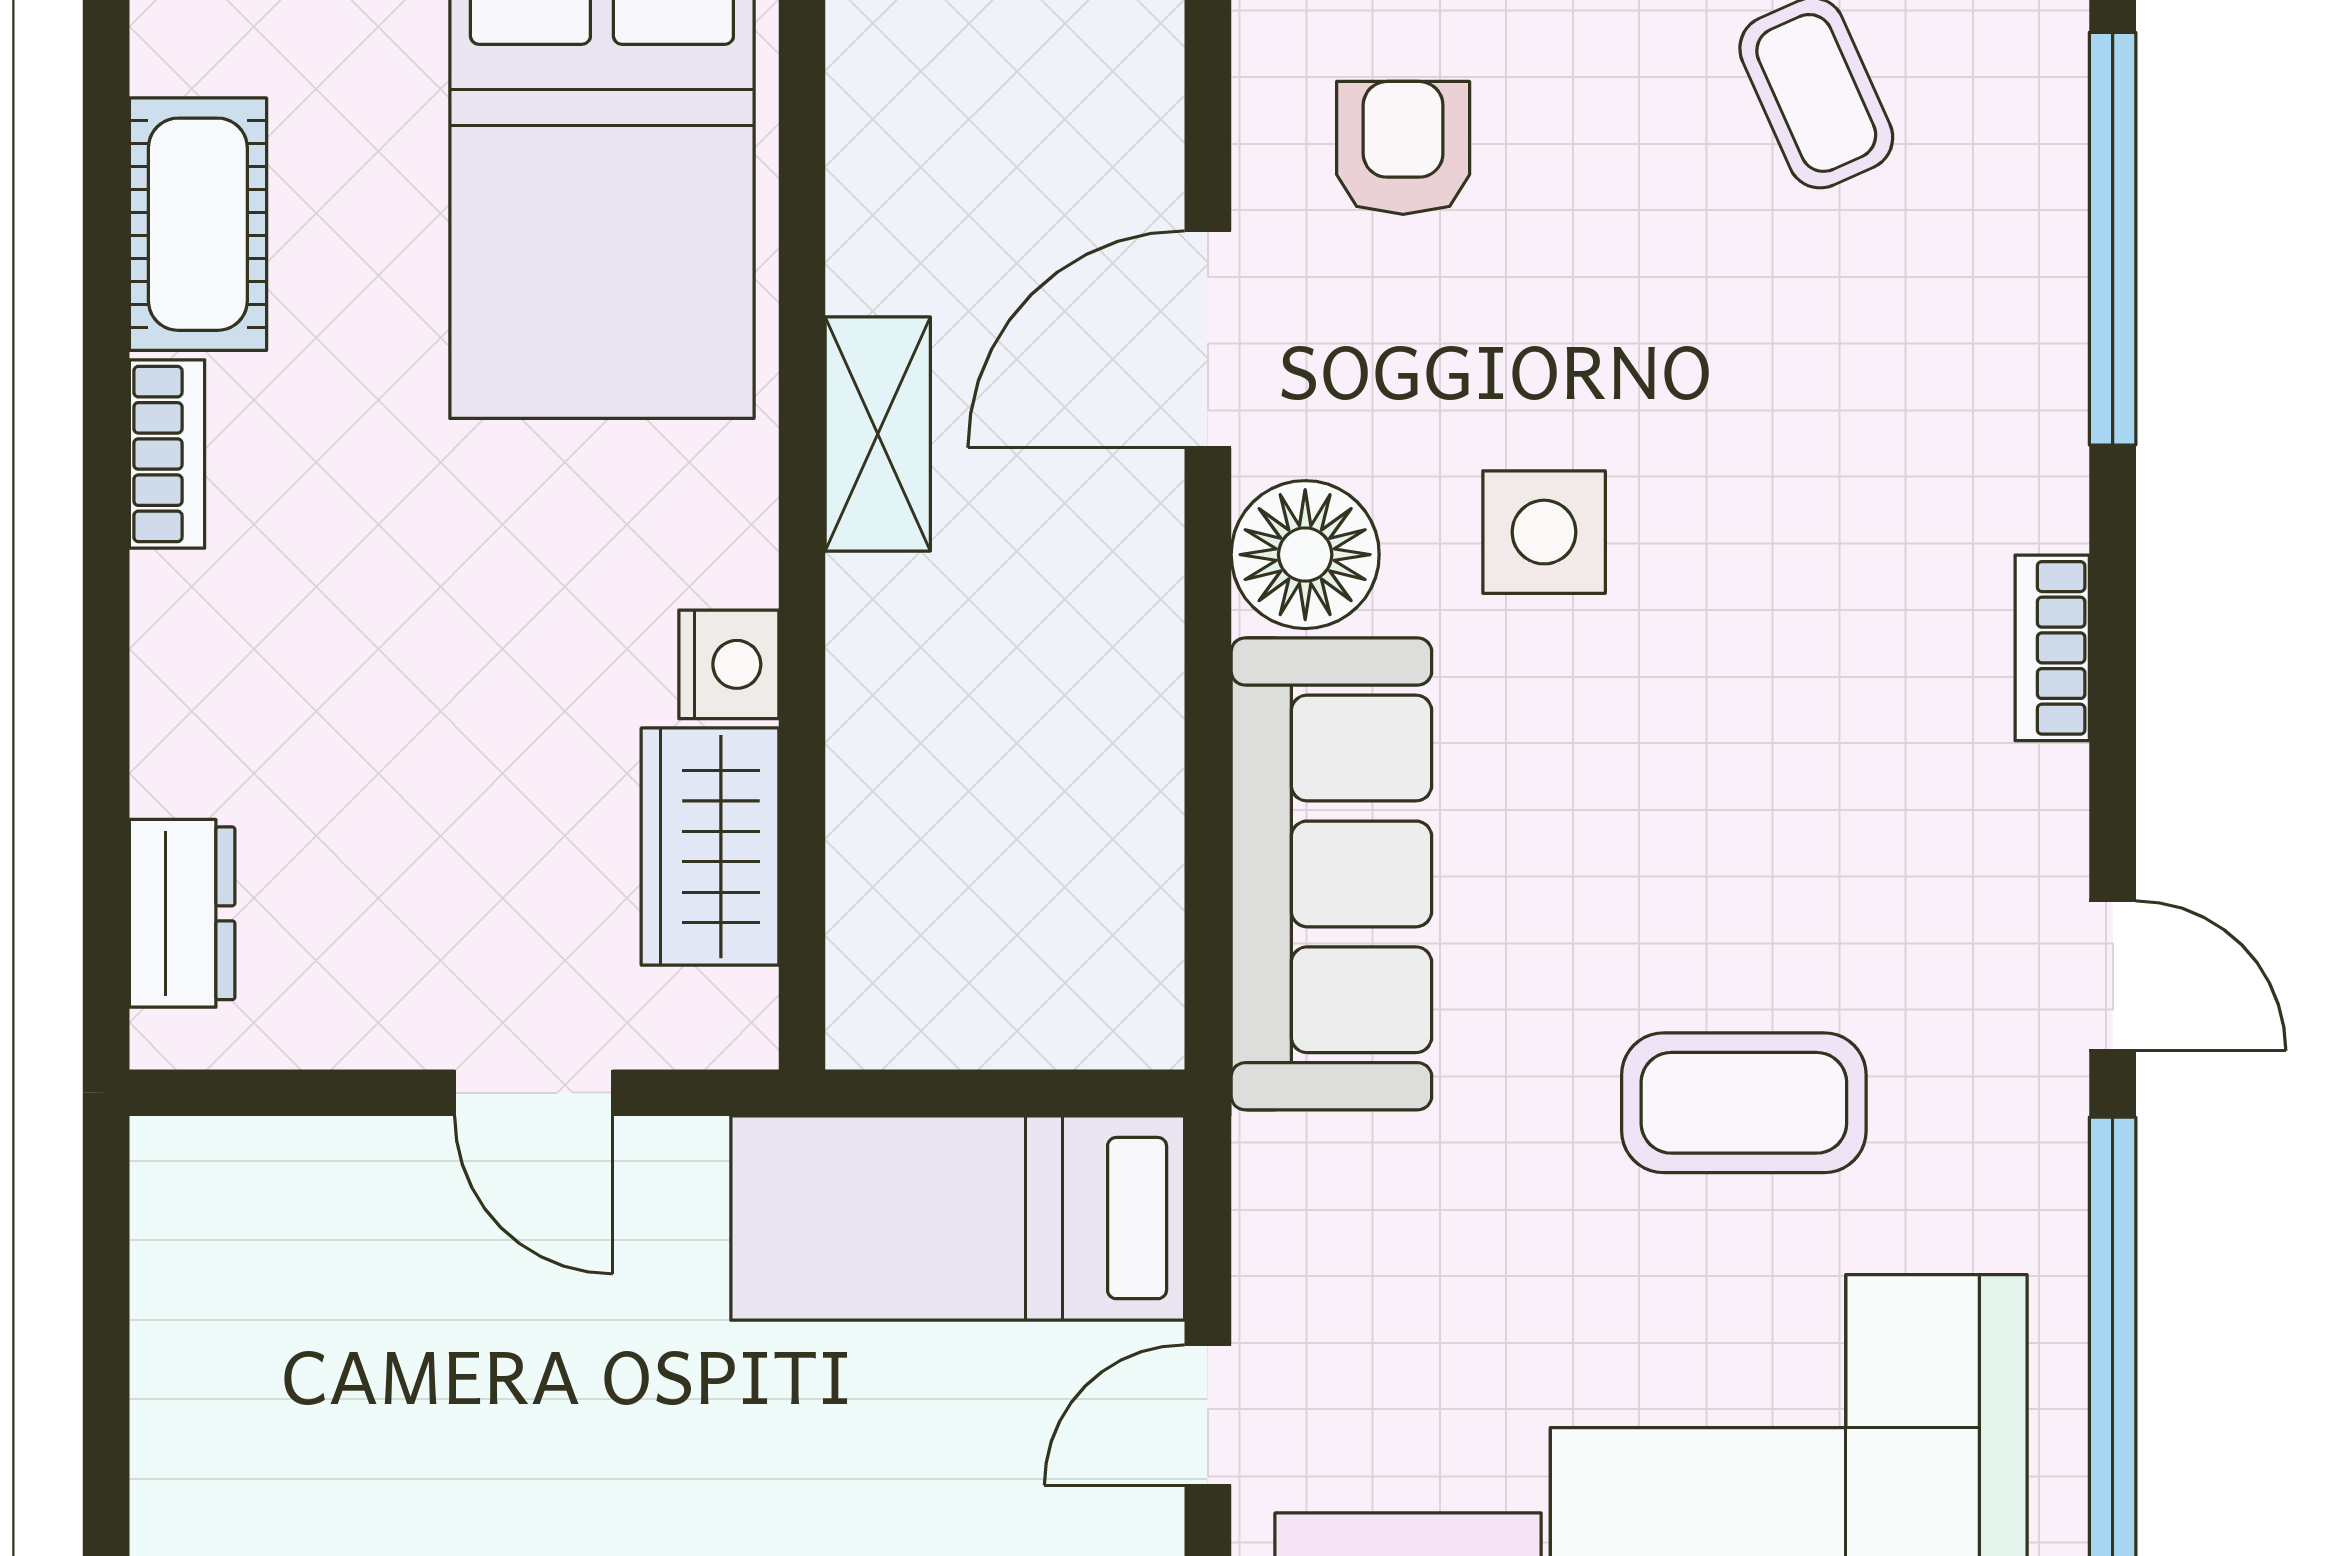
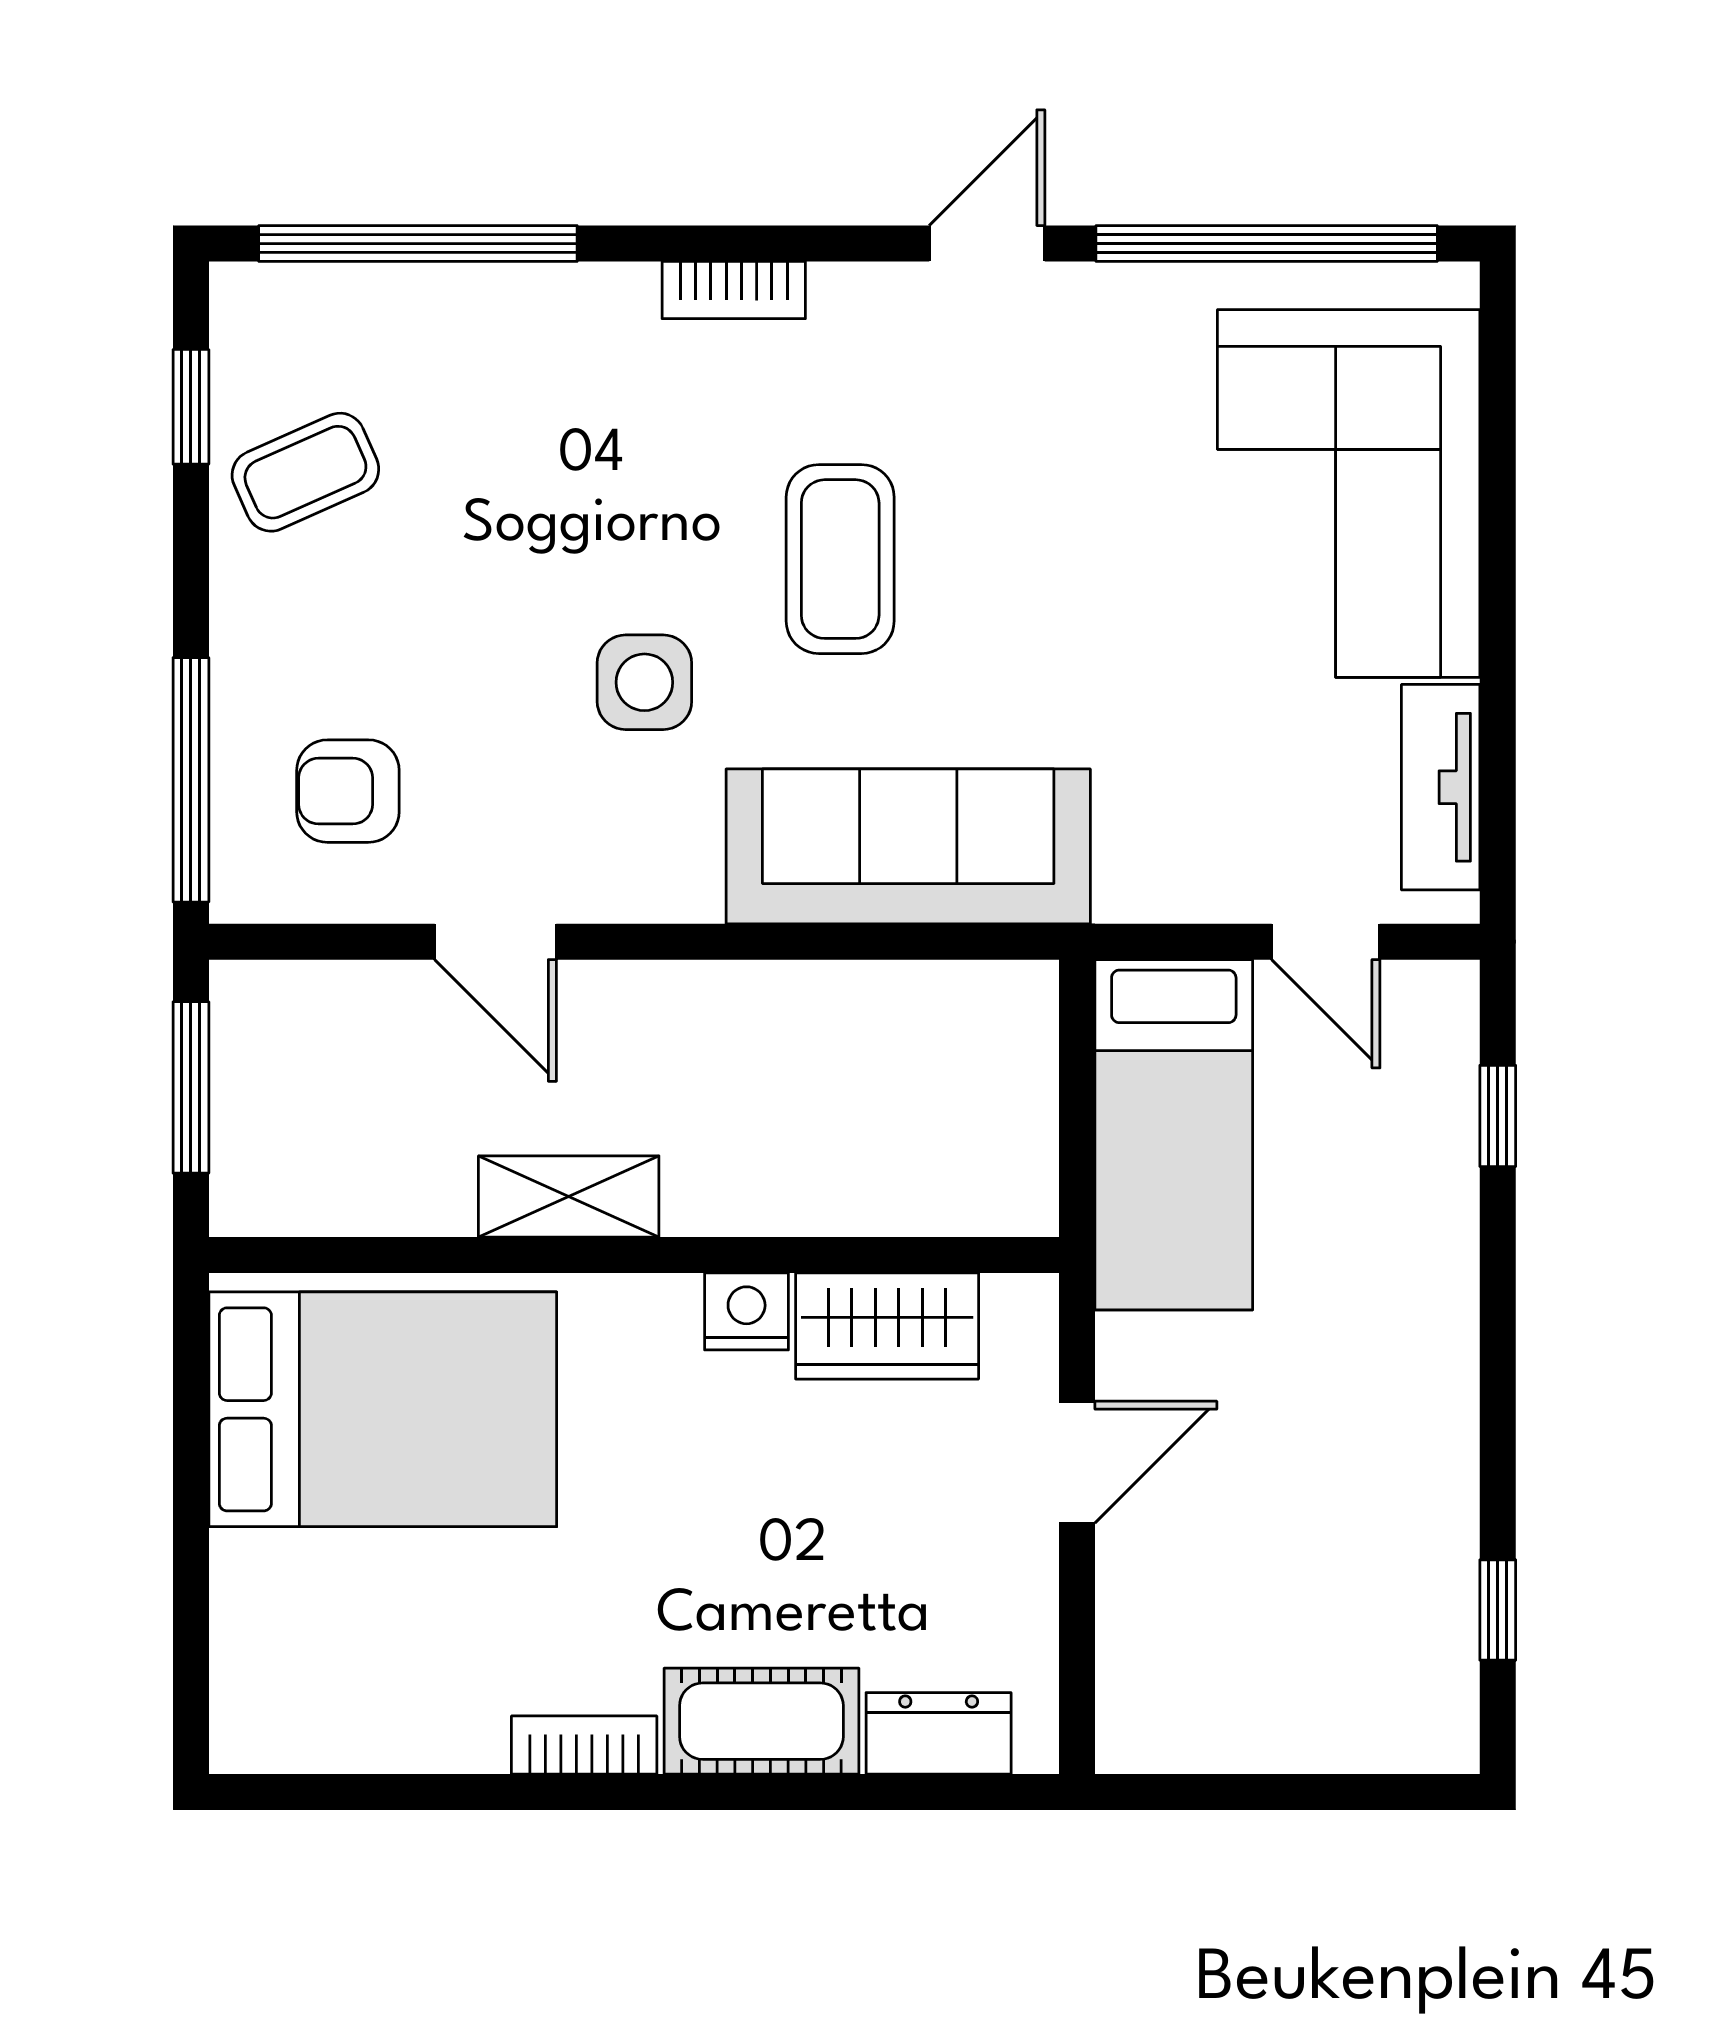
cot: (198, 224) -> (761, 1721), moved
door: (1208, 339) -> (496, 942), width x0.73
floor lamp: (1305, 555) -> (662, 867), removed
coffee table: (1744, 1103) -> (840, 559), moved

